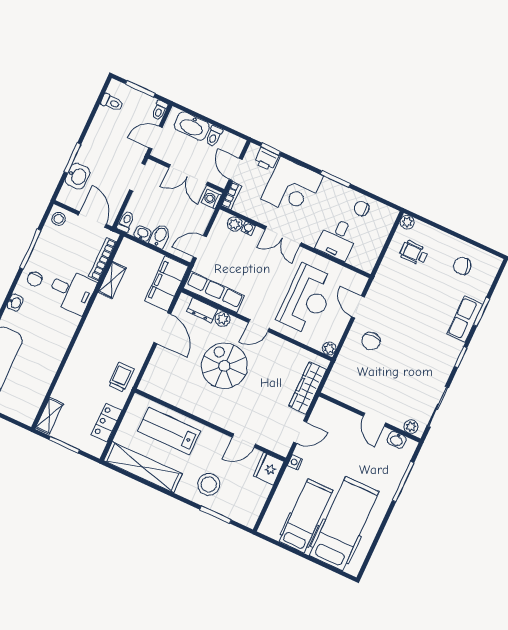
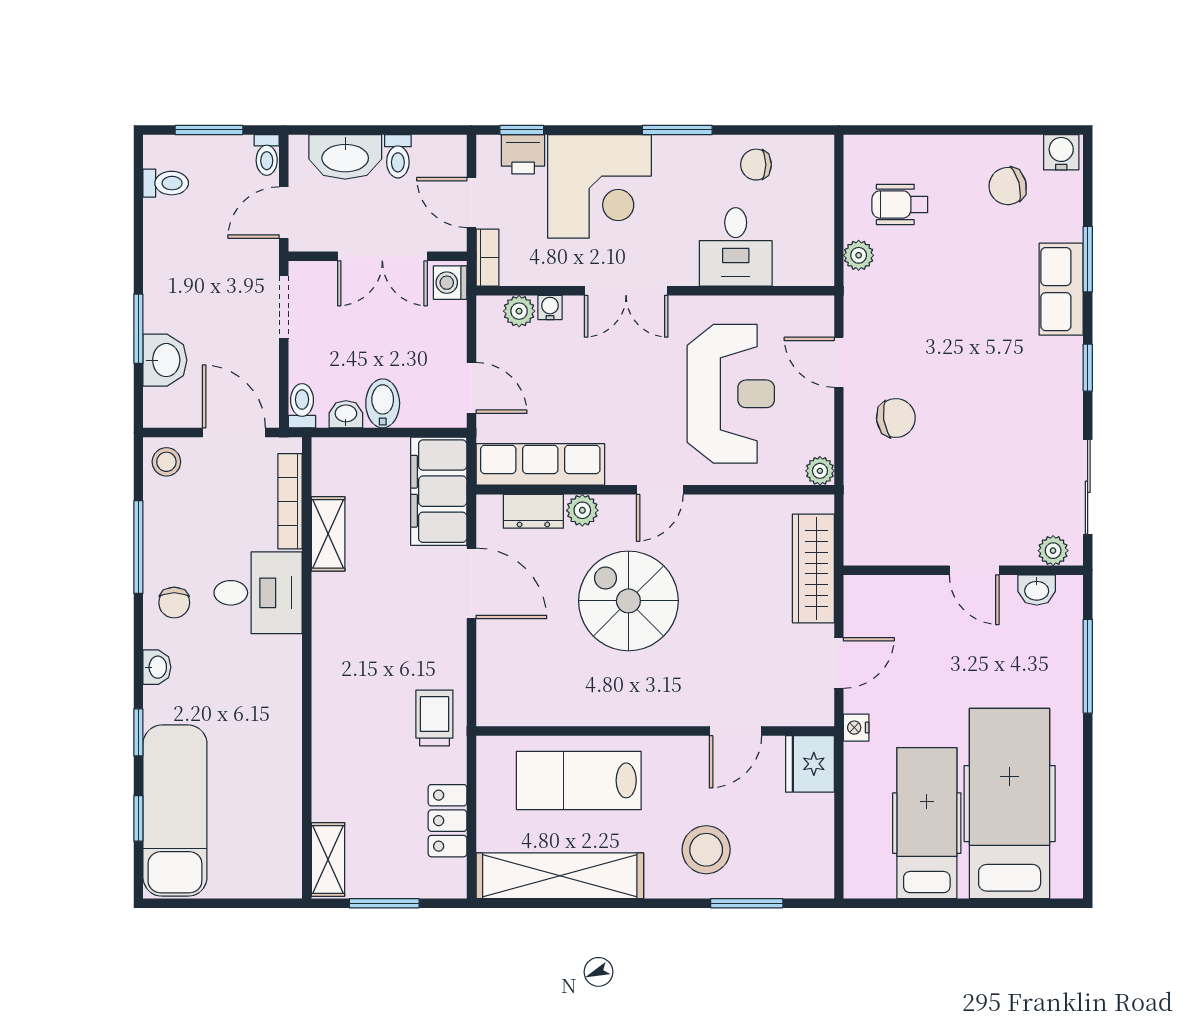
plant: (407, 222) -> (859, 255), moved
door: (200, 247) -> (471, 388), swing flipped
water cooler: (491, 262) -> (1061, 152), added
chair: (371, 341) -> (896, 418), turned -98

